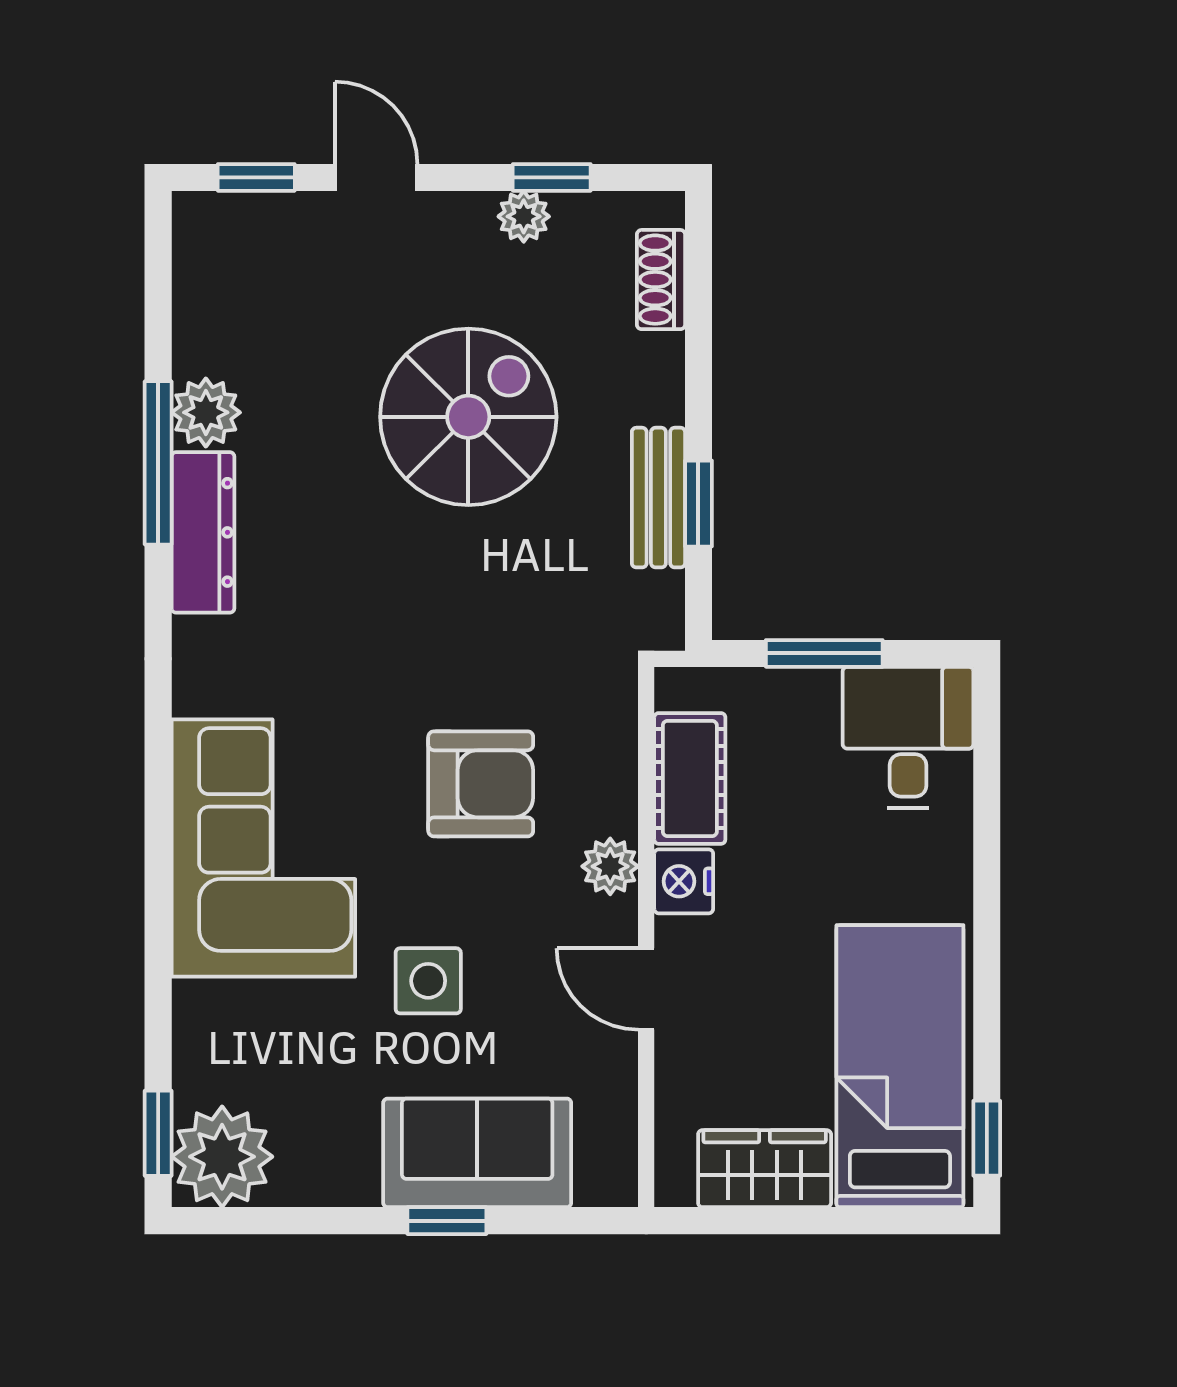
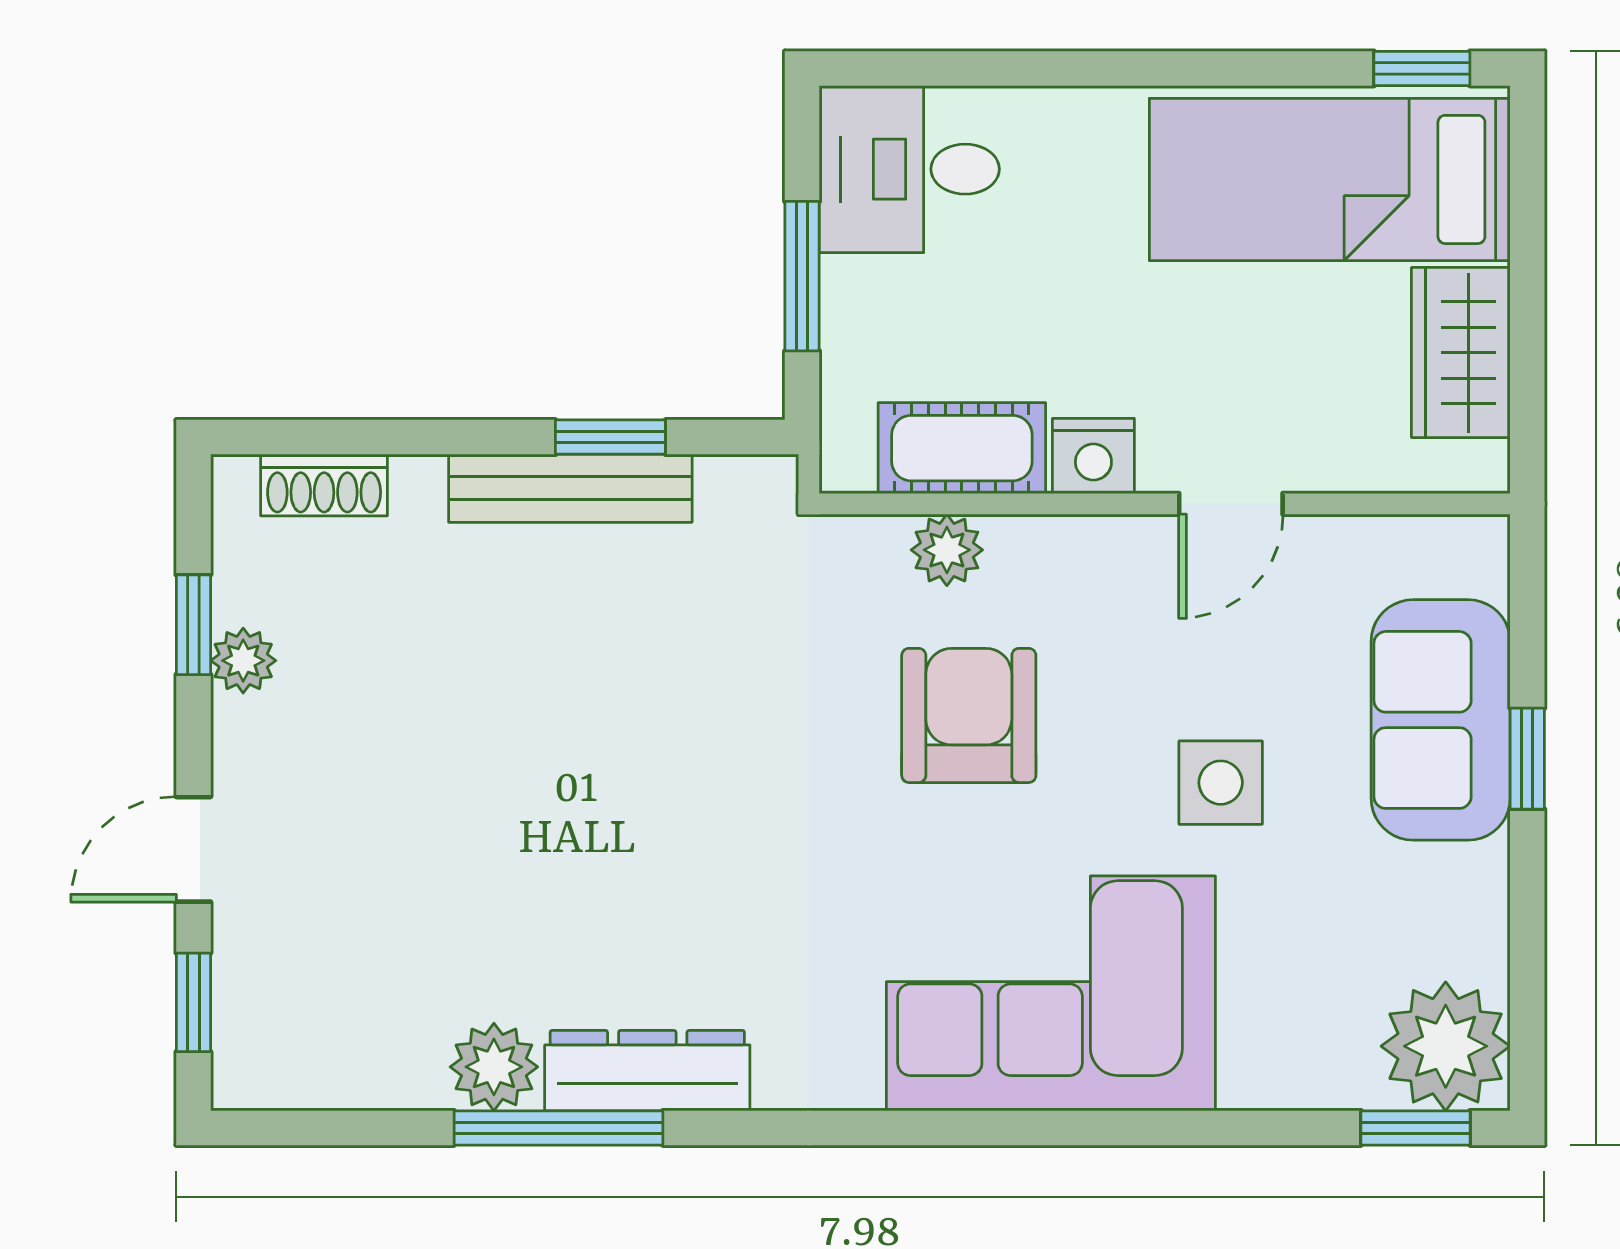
spiral stairs: (468, 417) -> (500, 731), removed
bench: (658, 498) -> (570, 488), width x1.36
plant: (610, 866) -> (947, 550), moved

